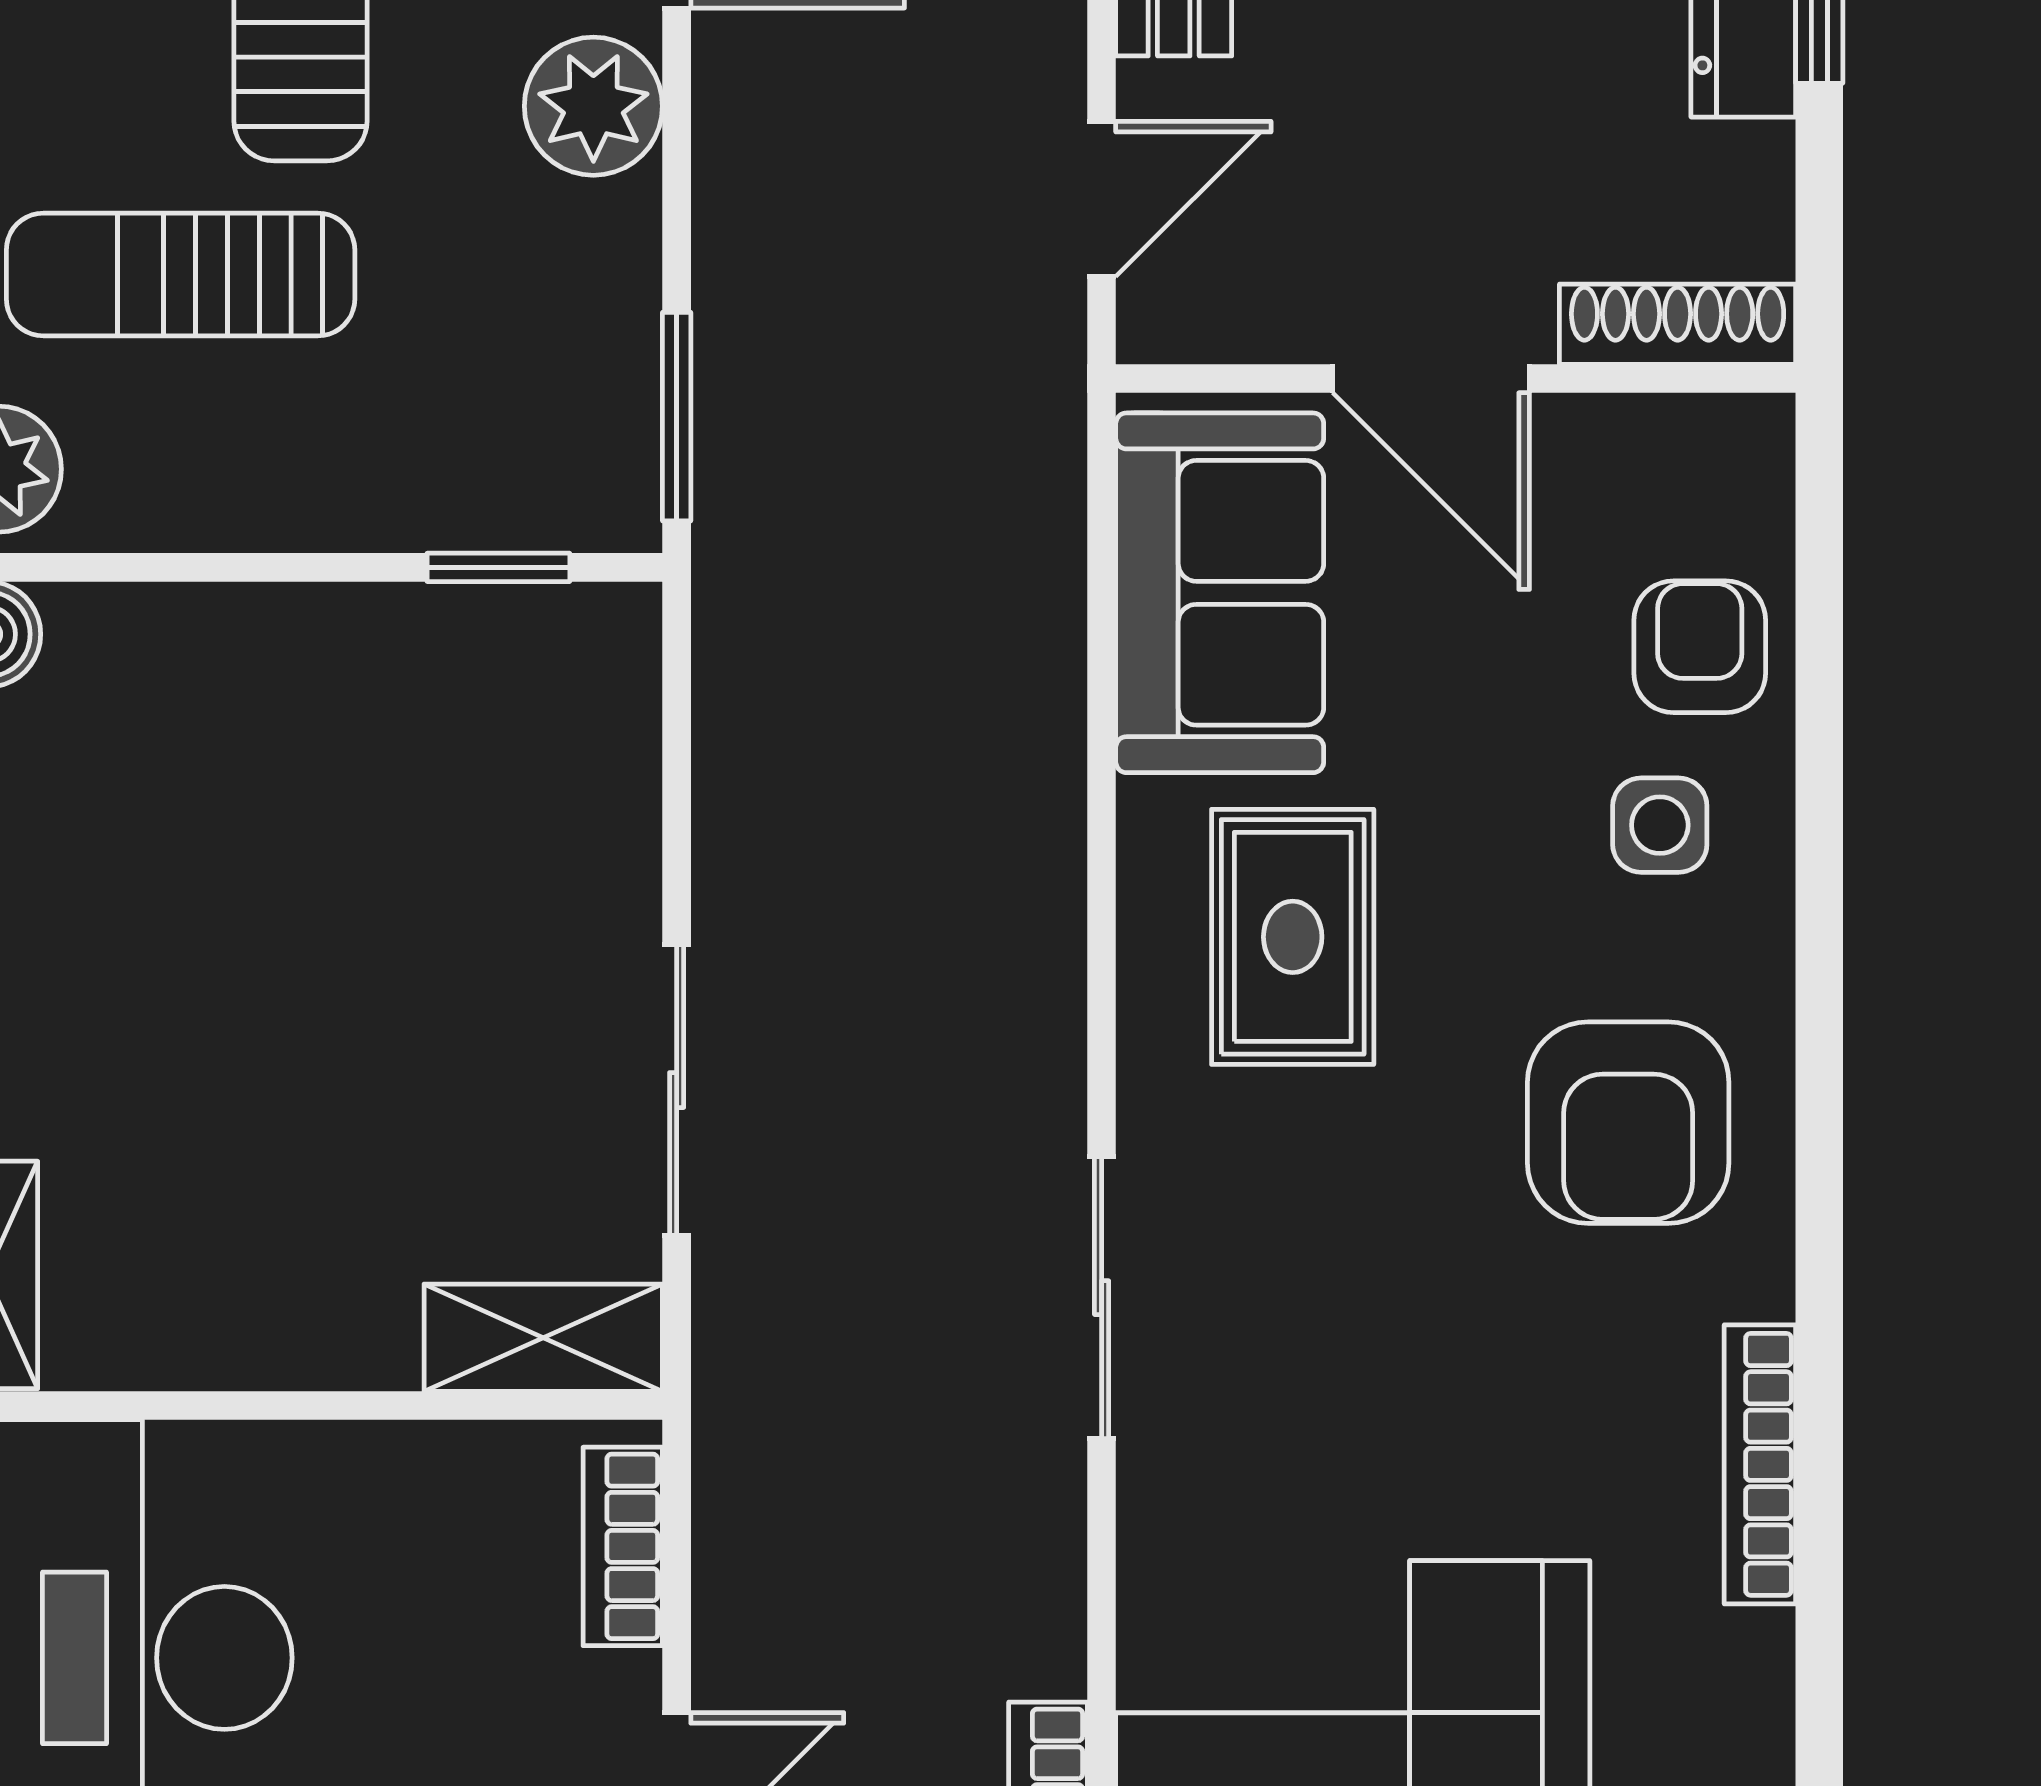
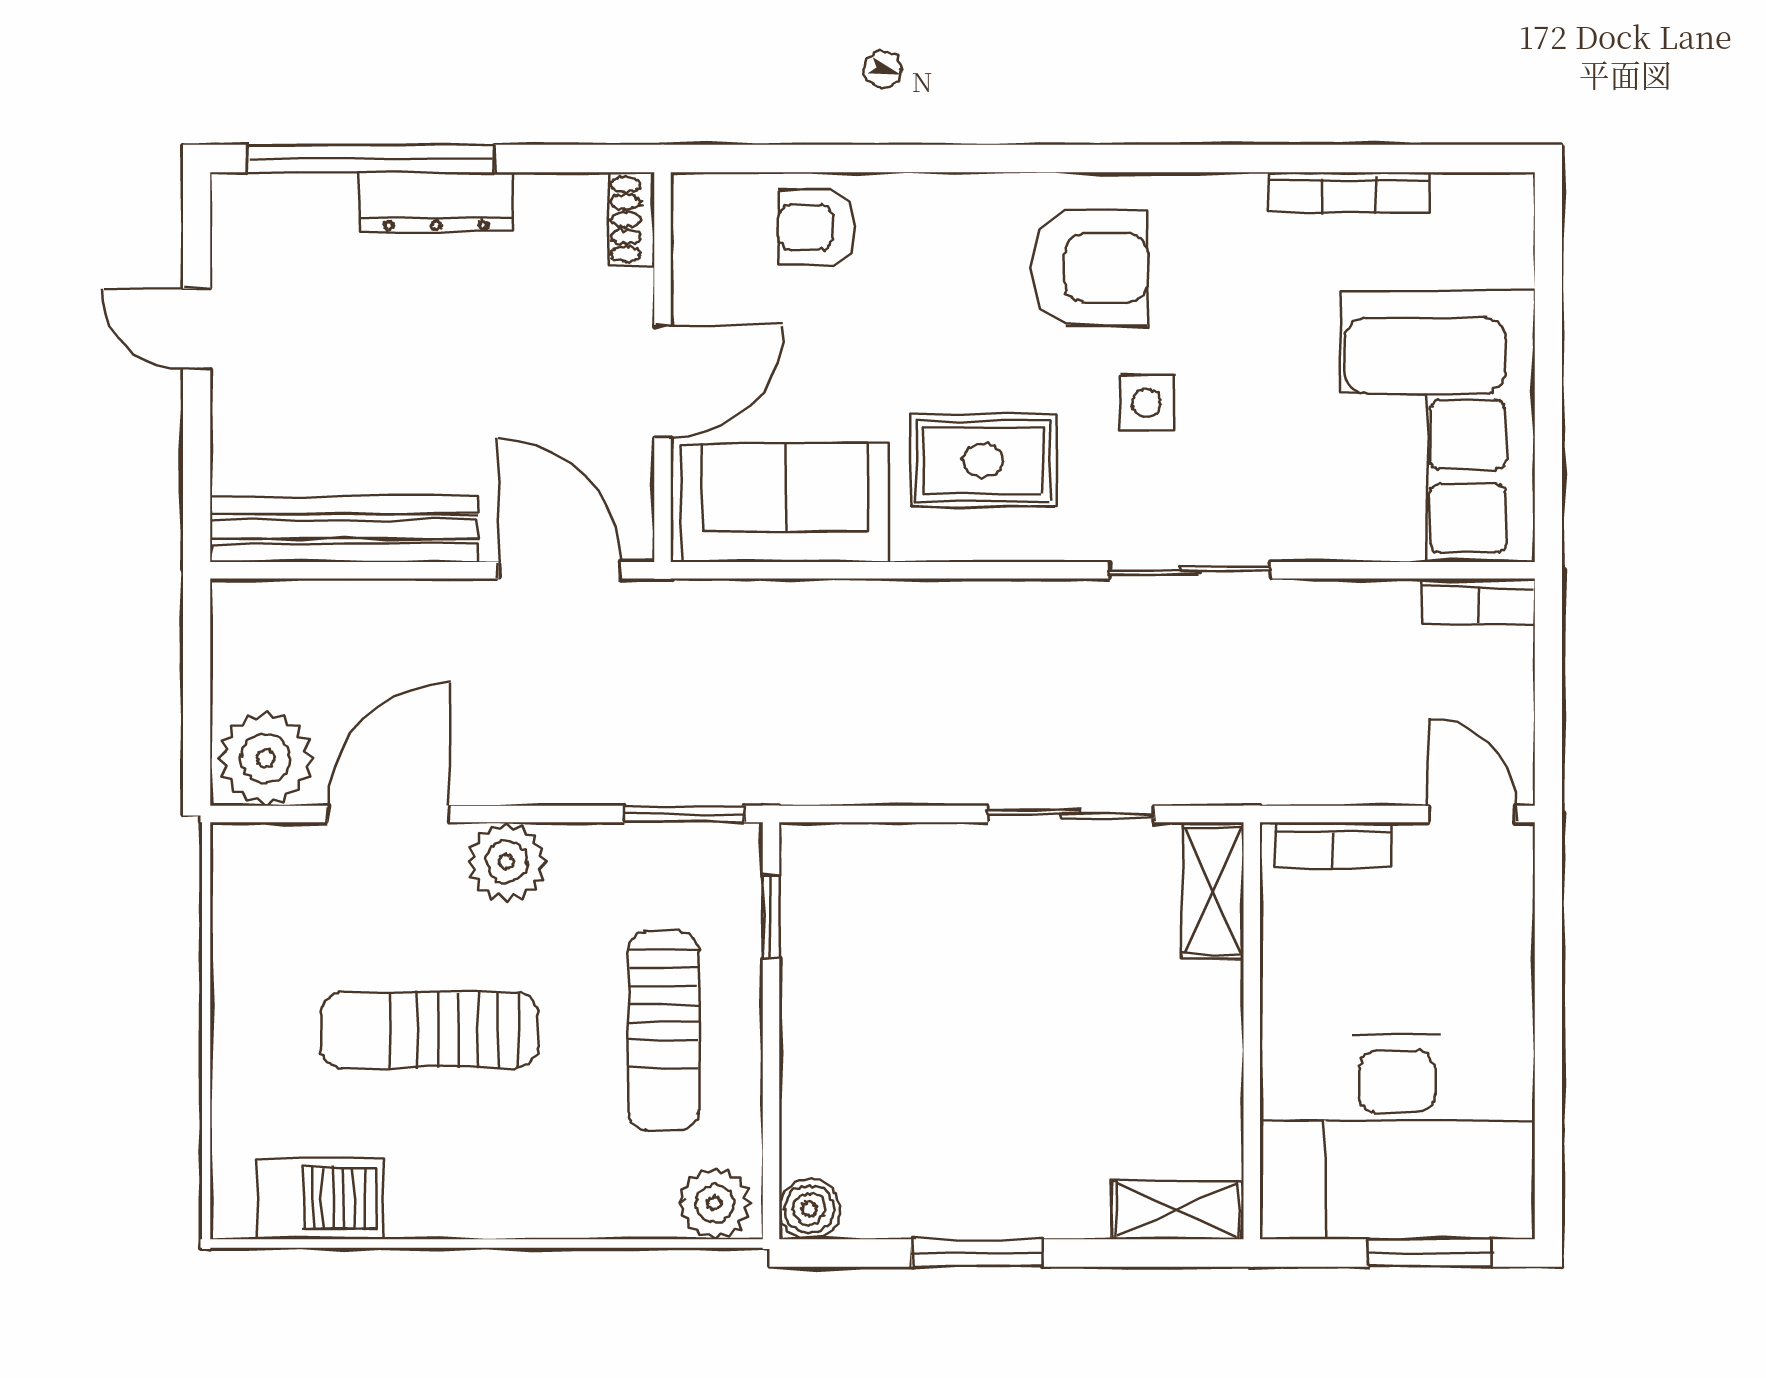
door: (1102, 199) -> (560, 570), width x1.38
sun lounger: (181, 274) -> (664, 1031), moved
shoe rack: (1678, 324) -> (631, 219), width x0.70
side table: (1660, 825) -> (1147, 403), moved
bookcase: (1760, 1464) -> (1349, 193), moved

